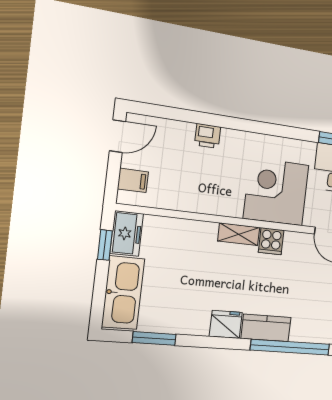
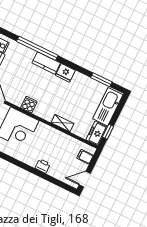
shelving: (239, 234) -> (62, 123), moved

